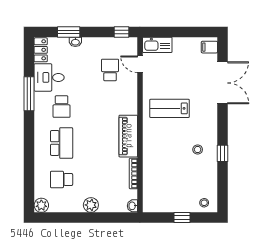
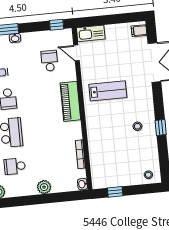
lab bench: (169, 108) -> (108, 91), turned 180
piano: (128, 136) -> (70, 101), moved
window: (182, 218) -> (115, 192), moved

